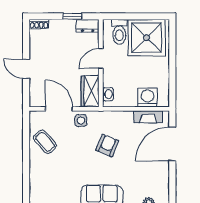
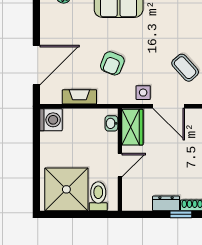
window: (72, 16) -> (181, 214), moved
dresser: (88, 26) -> (166, 203), moved
washing machine: (147, 97) -> (51, 120), moved, turned -90
fireplace: (148, 117) -> (79, 97), moved

